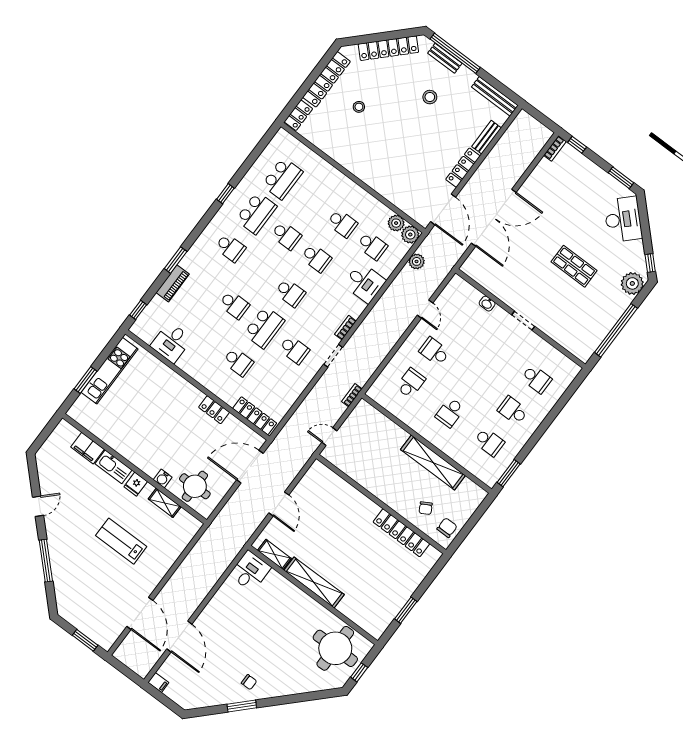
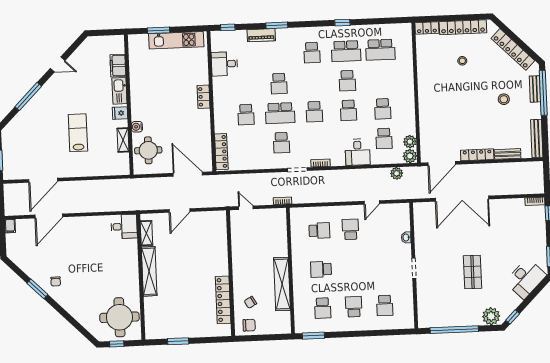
locker: (214, 410) -> (204, 97), moved

